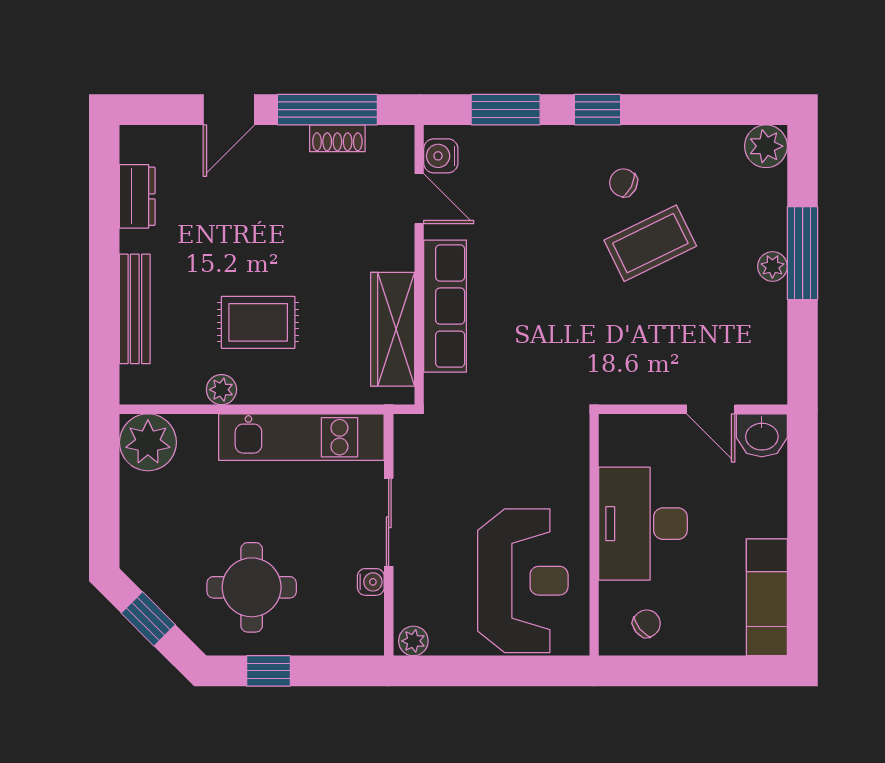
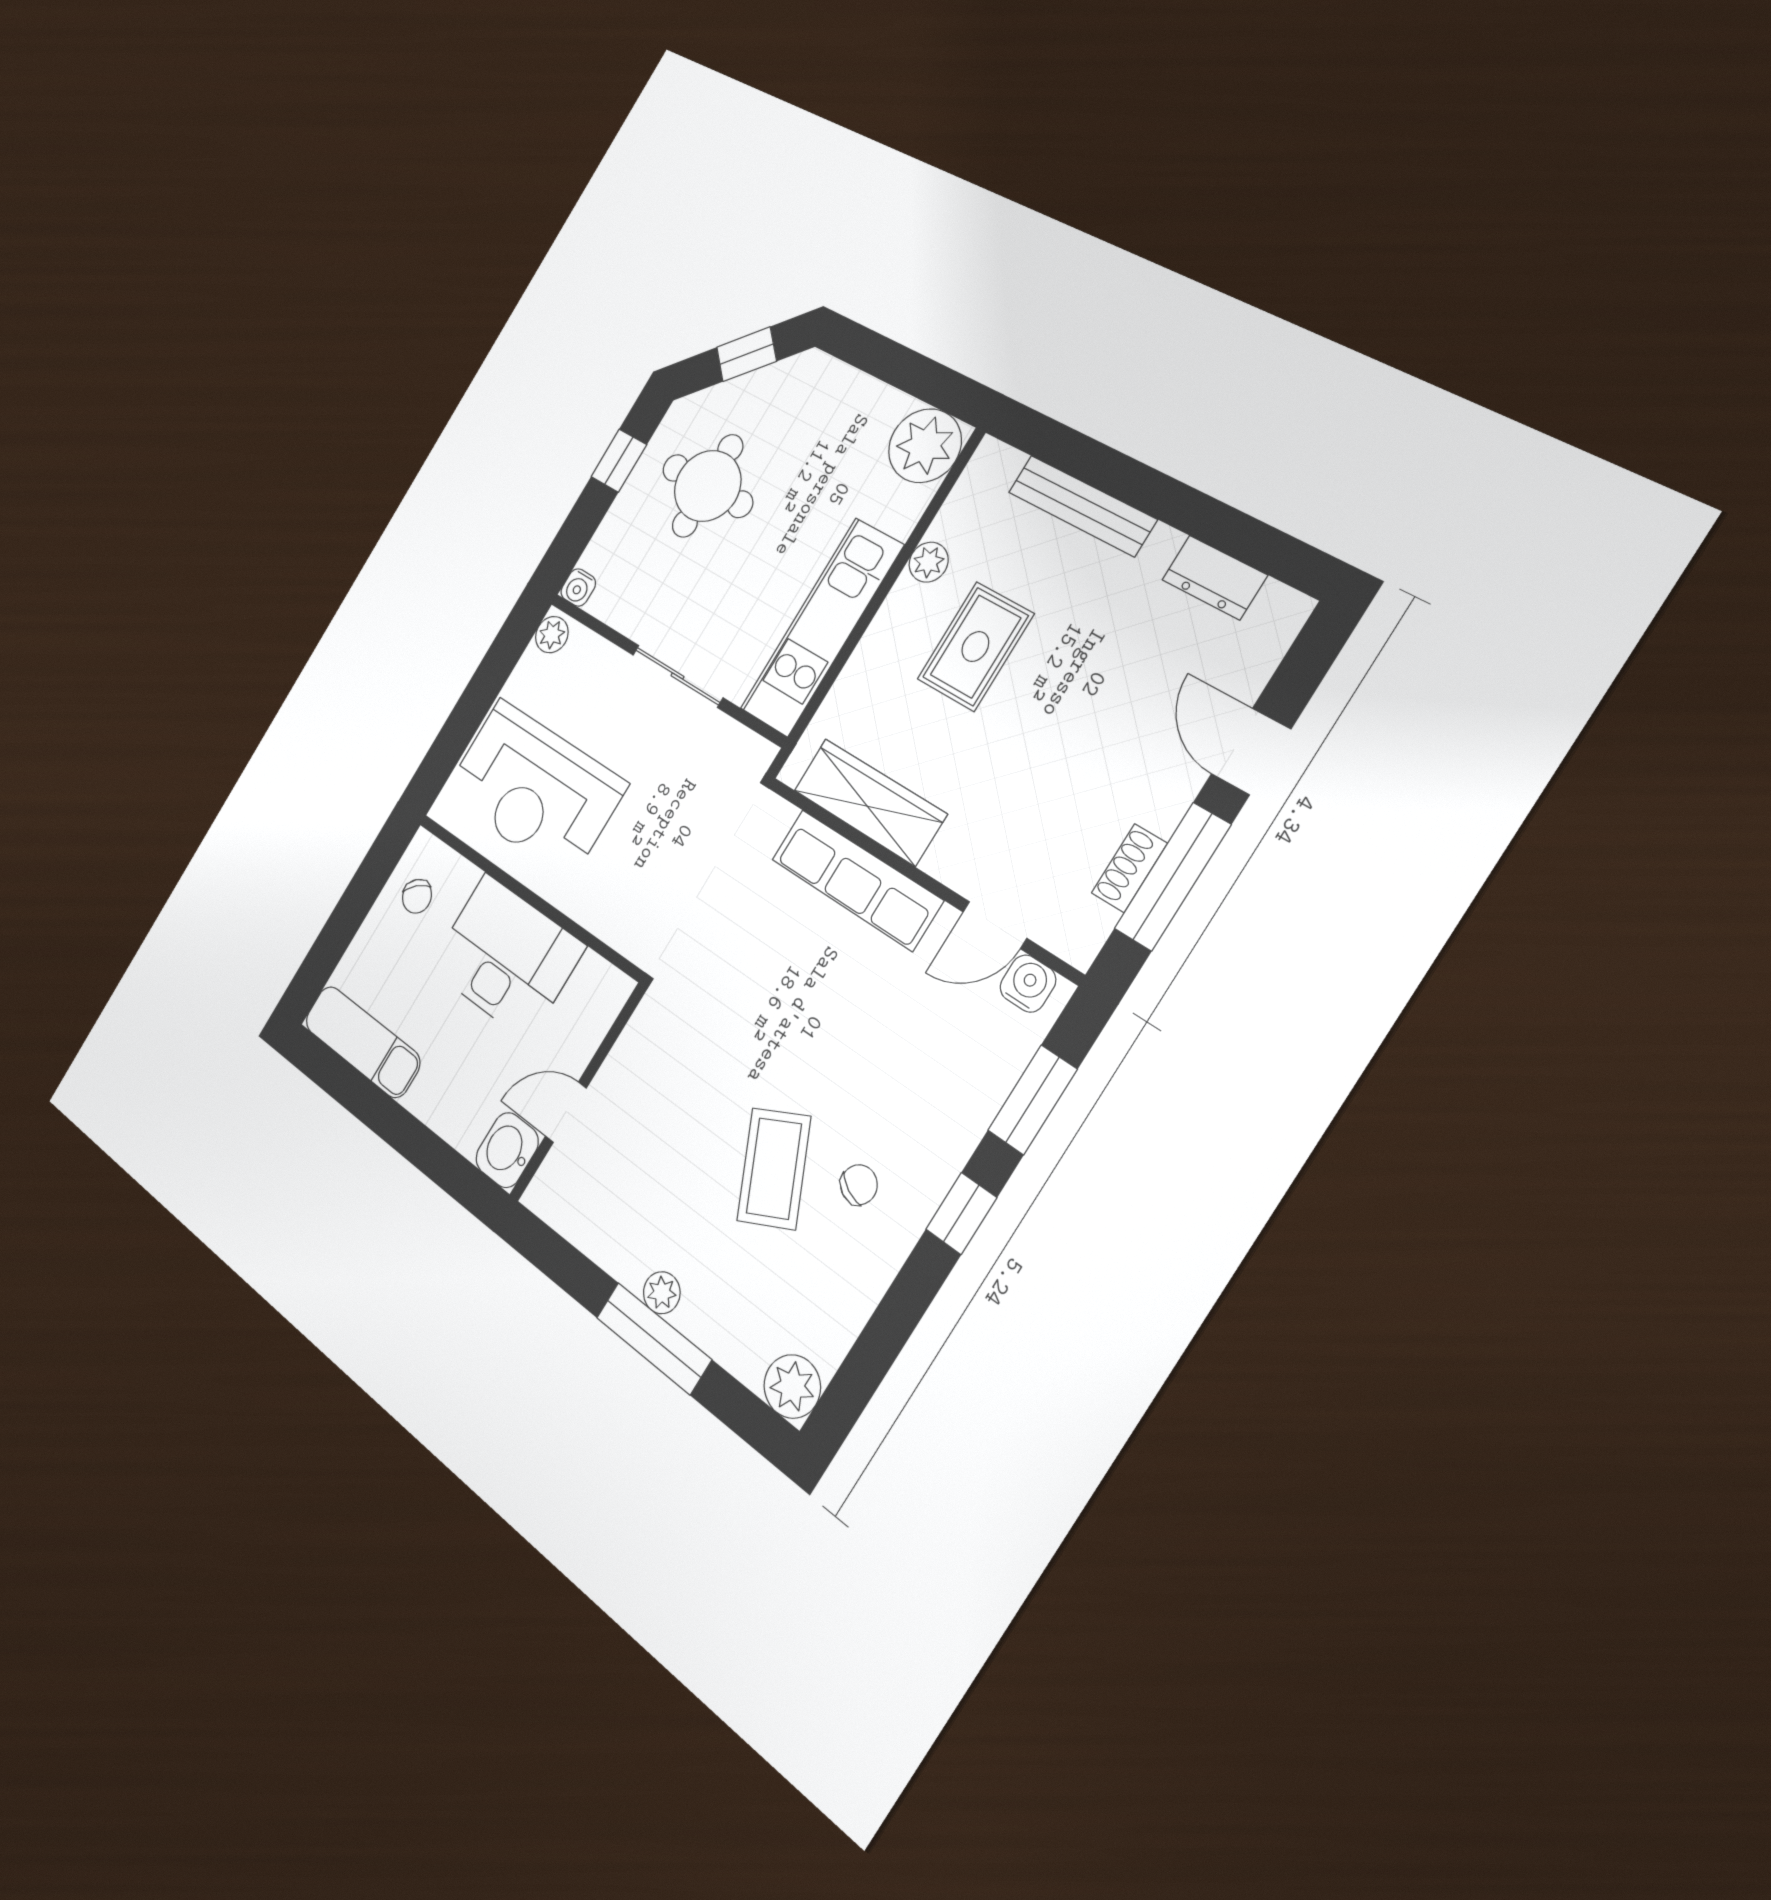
water cooler: (371, 582) -> (578, 587), moved

